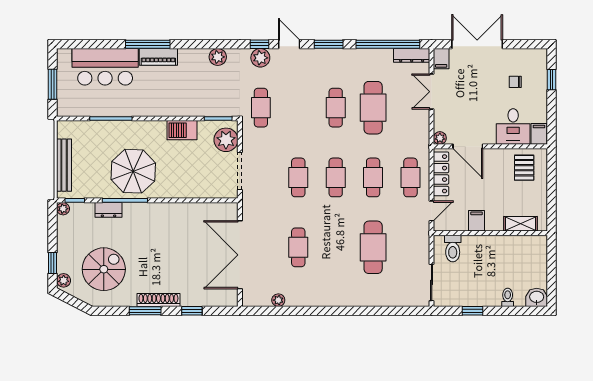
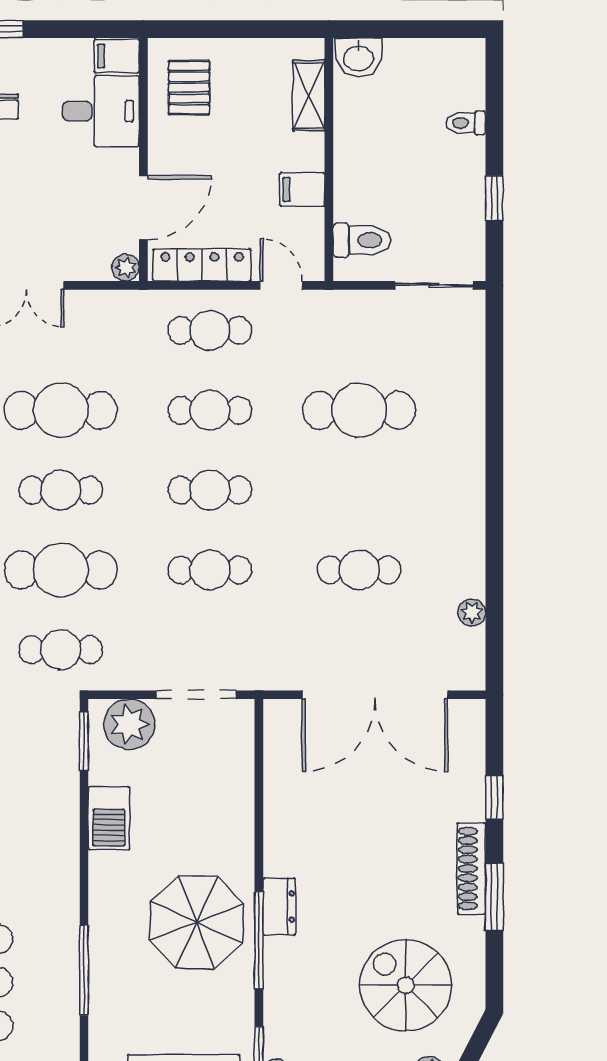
cafe table: (298, 108) -> (61, 570), added
pallet: (524, 168) -> (189, 88), turned 90
dresser: (109, 210) -> (279, 907), moved
washbasin: (537, 297) -> (358, 57), moved, turned -90

